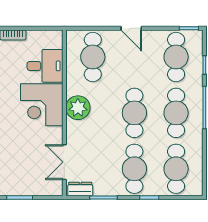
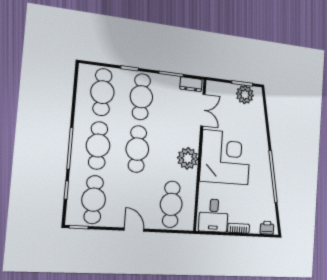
desk: (45, 66) -> (214, 215), moved, turned -90
corner desk: (42, 105) -> (225, 157), width x1.36, depth x1.36
plant: (16, 185) -> (245, 95), added

